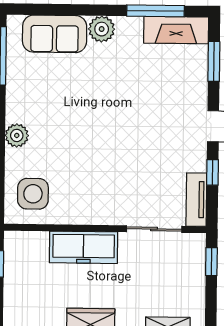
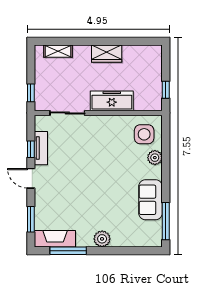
sofa: (55, 34) -> (151, 200), moved, turned -90
plant: (17, 135) -> (155, 158), moved
tv unit: (196, 200) -> (41, 148), moved

